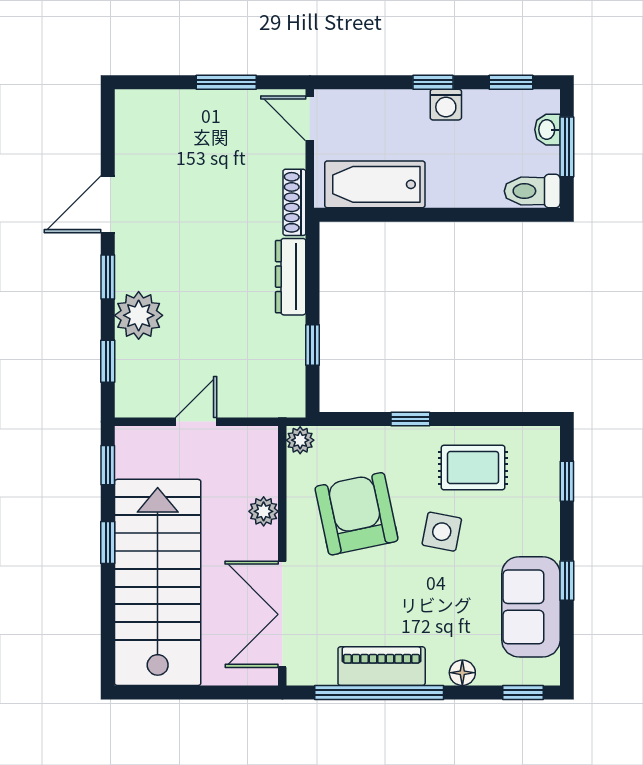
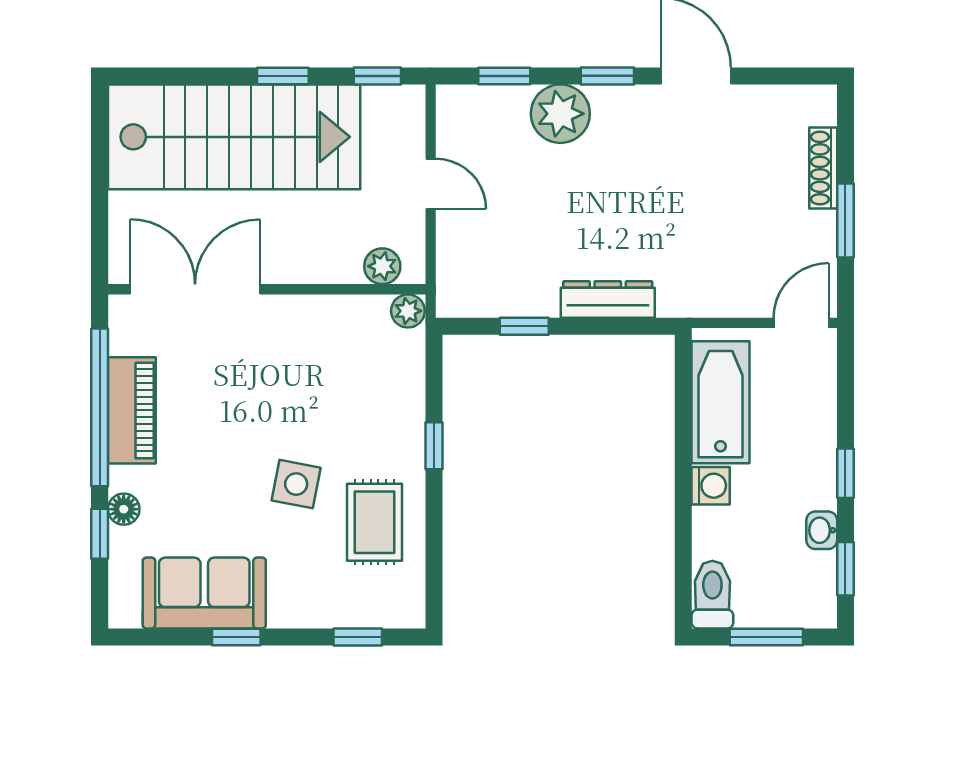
washing machine: (446, 105) -> (711, 486), moved, turned 180
washbasin: (547, 130) -> (822, 530), moved, turned -90
shoe rack: (294, 202) -> (823, 168), moved, turned -90
plant: (264, 511) -> (382, 266), moved
armchair: (357, 514) -> (318, 380), removed
window: (523, 692) -> (100, 534), moved

